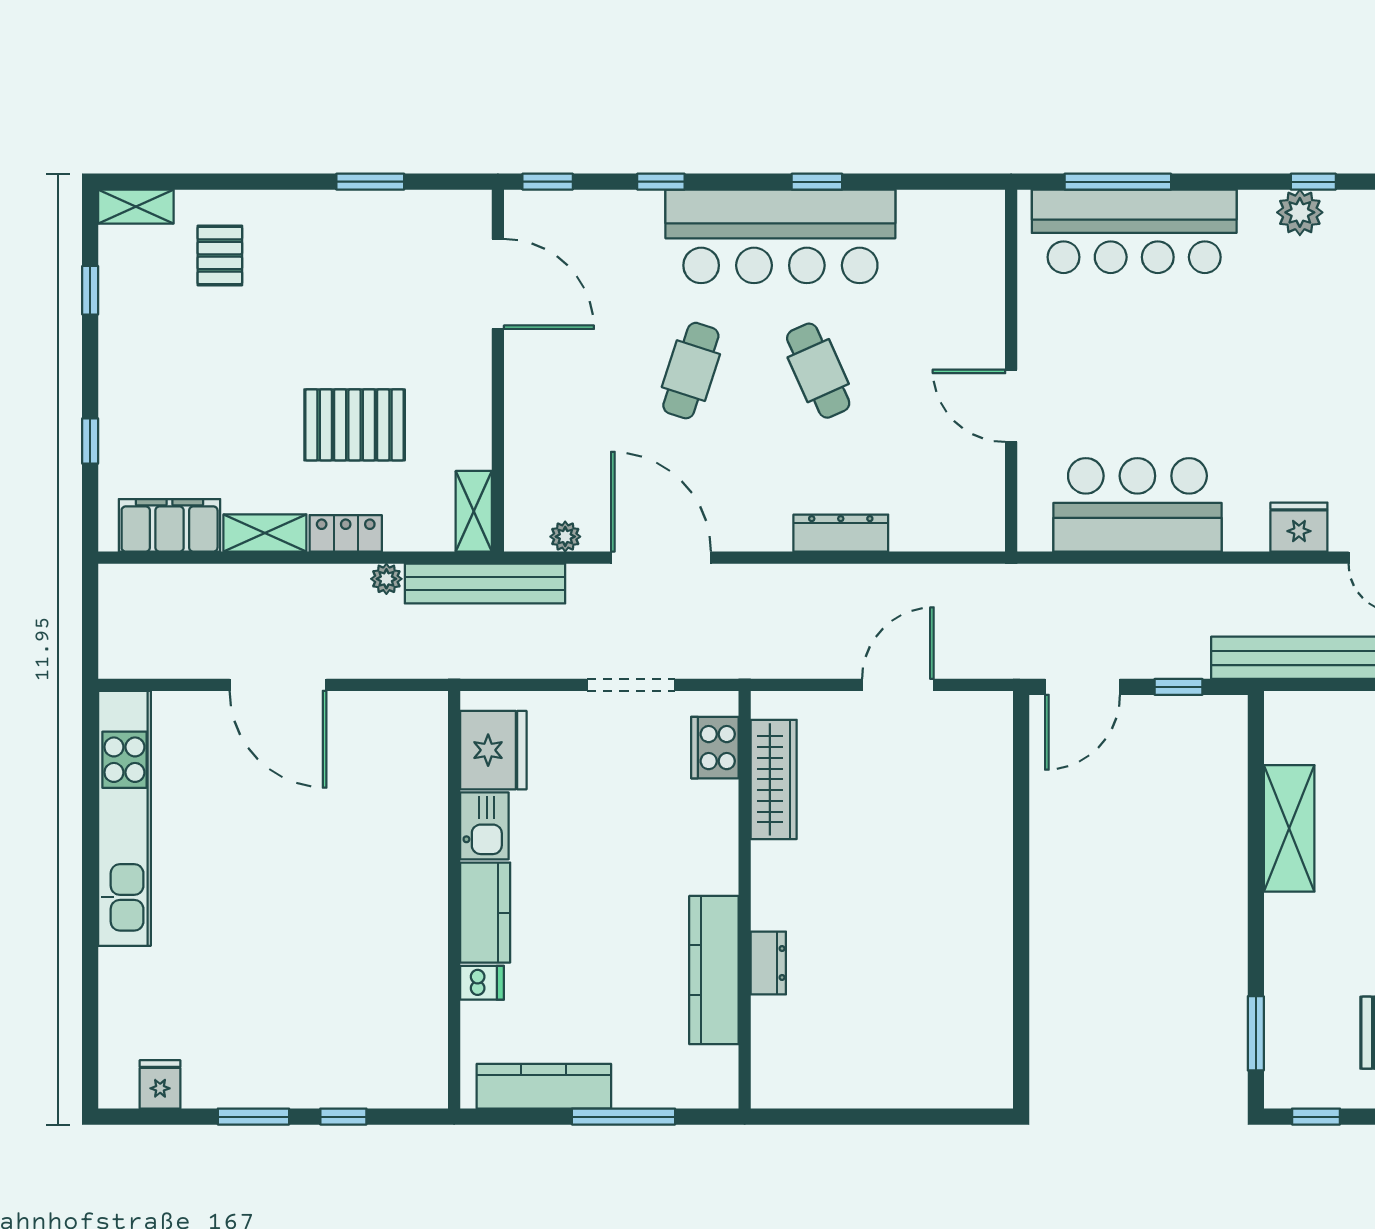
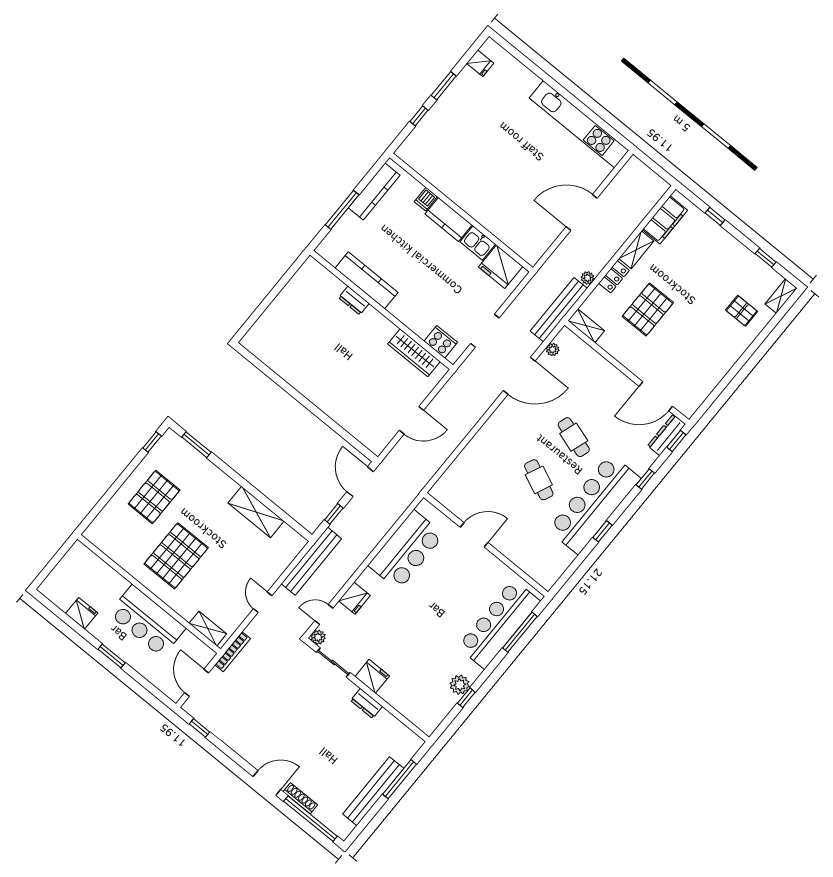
window: (370, 182) -> (725, 381), removed
cafe table: (818, 371) -> (539, 480), turned 48
dresser: (841, 533) -> (667, 435), moved, turned 180
door: (898, 685) -> (412, 420), hinge flipped

